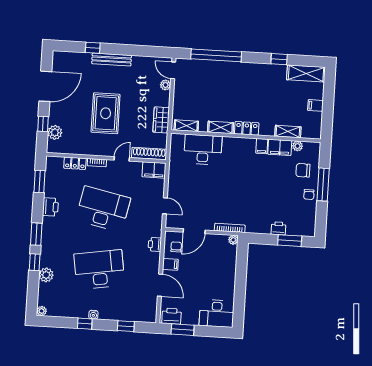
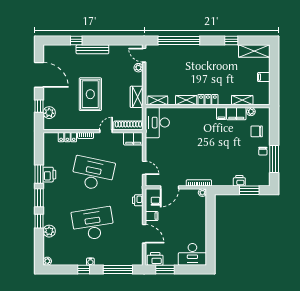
door: (45, 86) -> (39, 75), hinge flipped
desk: (203, 150) -> (157, 123), moved, turned -90
window: (40, 182) -> (39, 174), moved
window: (323, 185) -> (274, 159), moved
window: (126, 326) -> (118, 269), width x2.17

